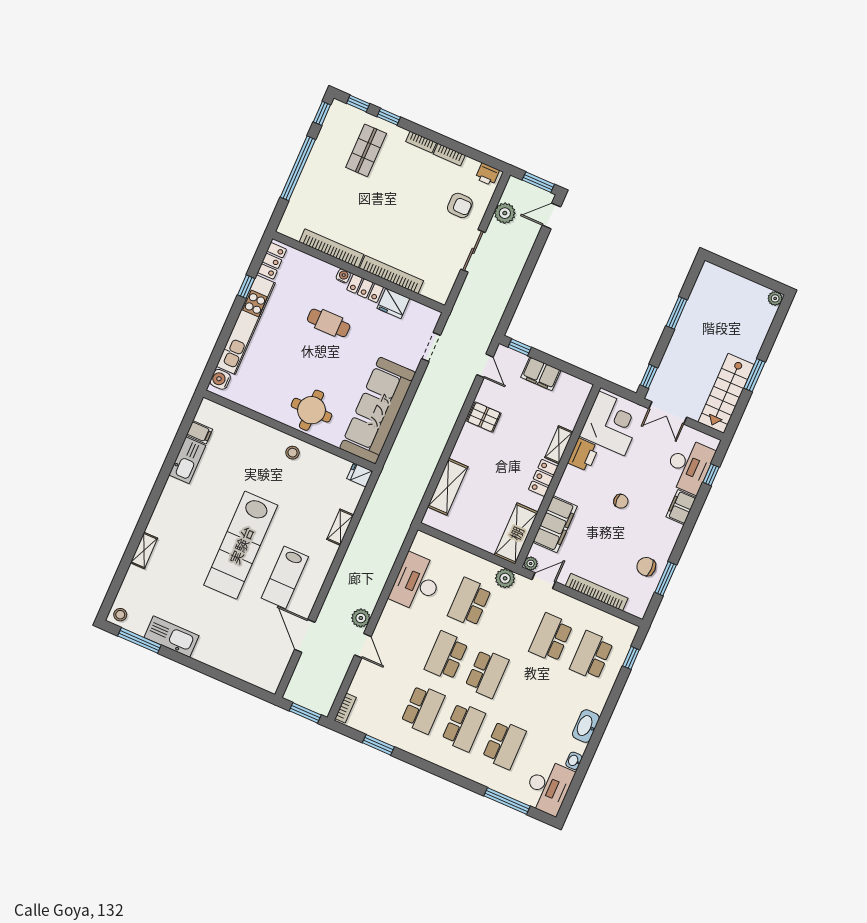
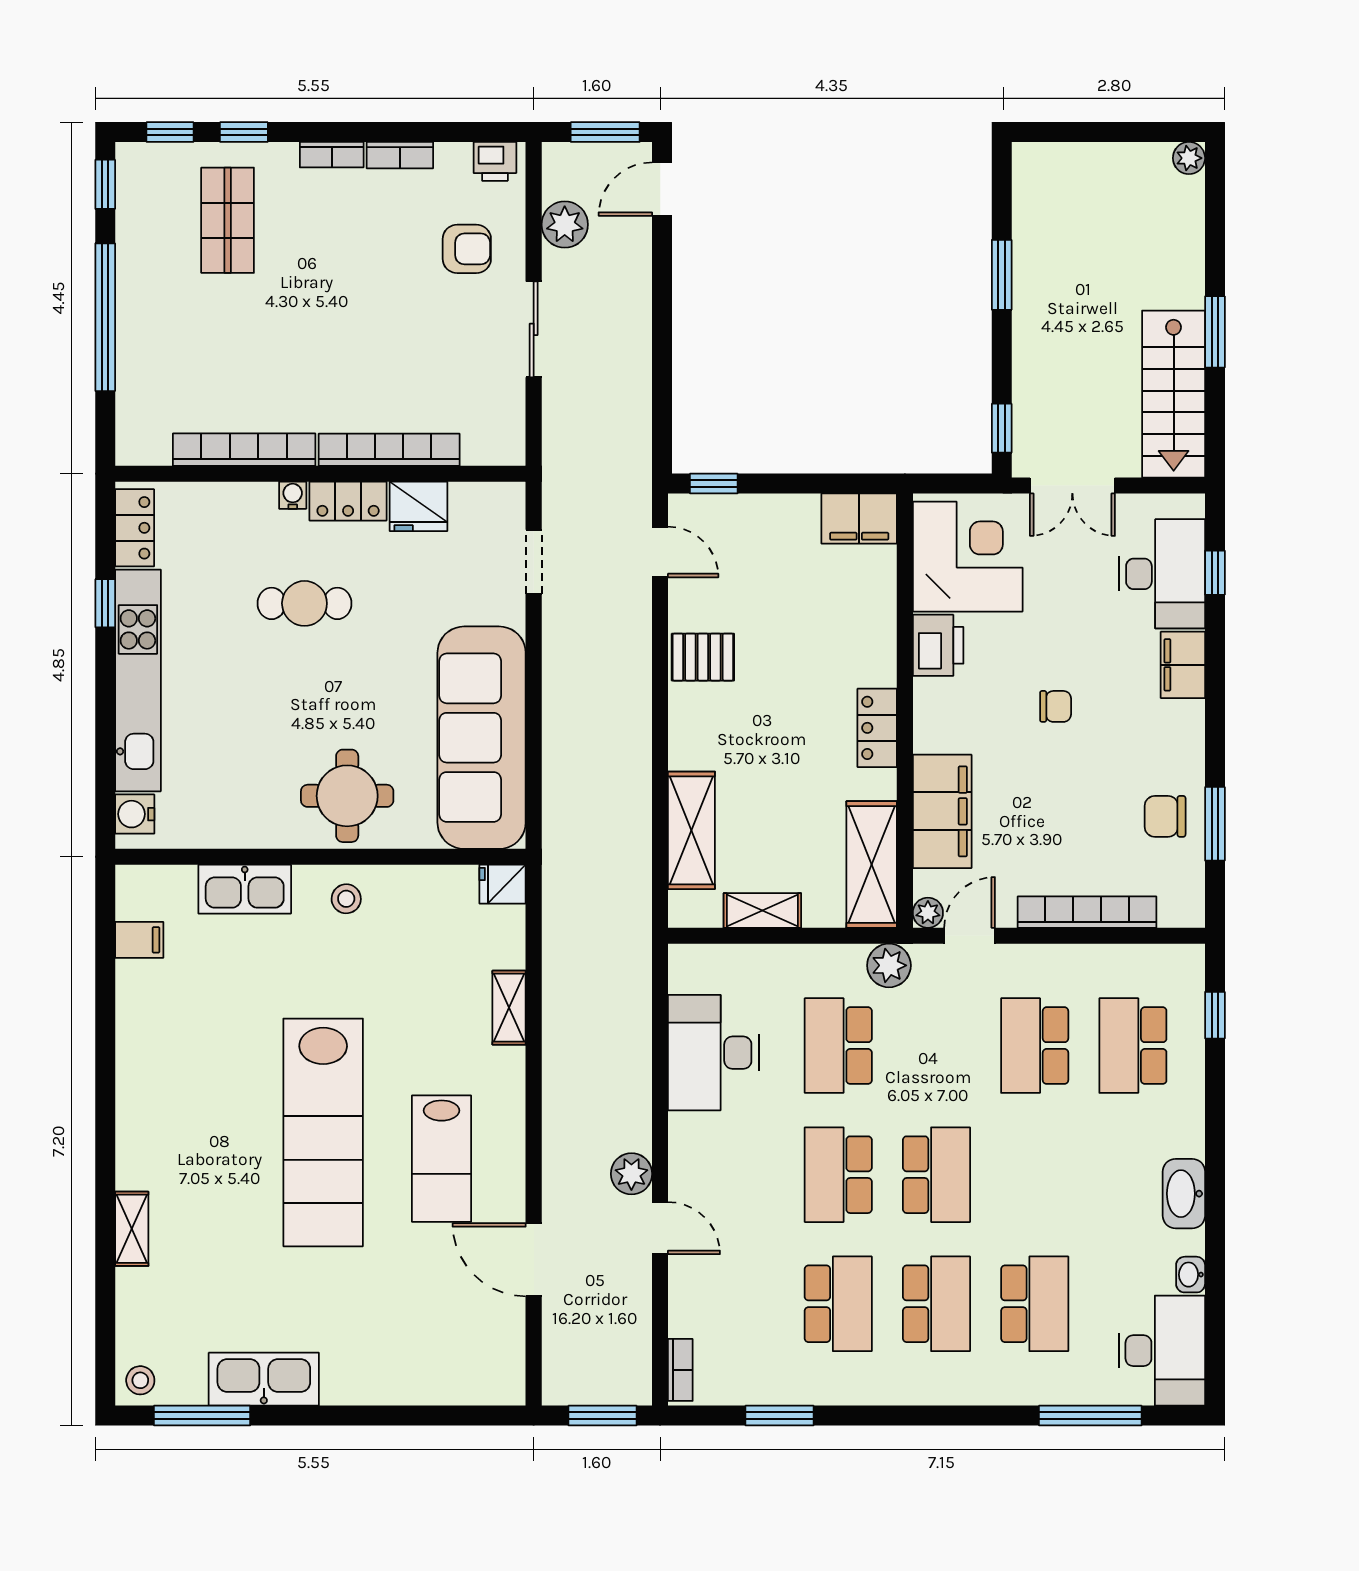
filing cabinet: (541, 374) -> (859, 519), moved
shelving: (559, 445) -> (762, 910), moved, turned 90
kitchen sink: (187, 460) -> (245, 889), moved, turned 90

